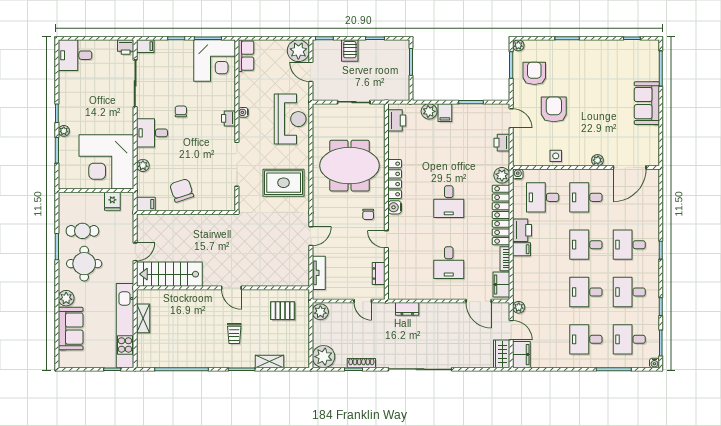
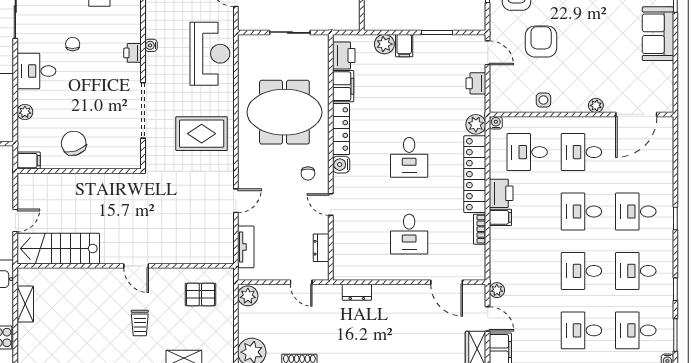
filing cabinet: (501, 284) -> (343, 86), moved, turned 180

